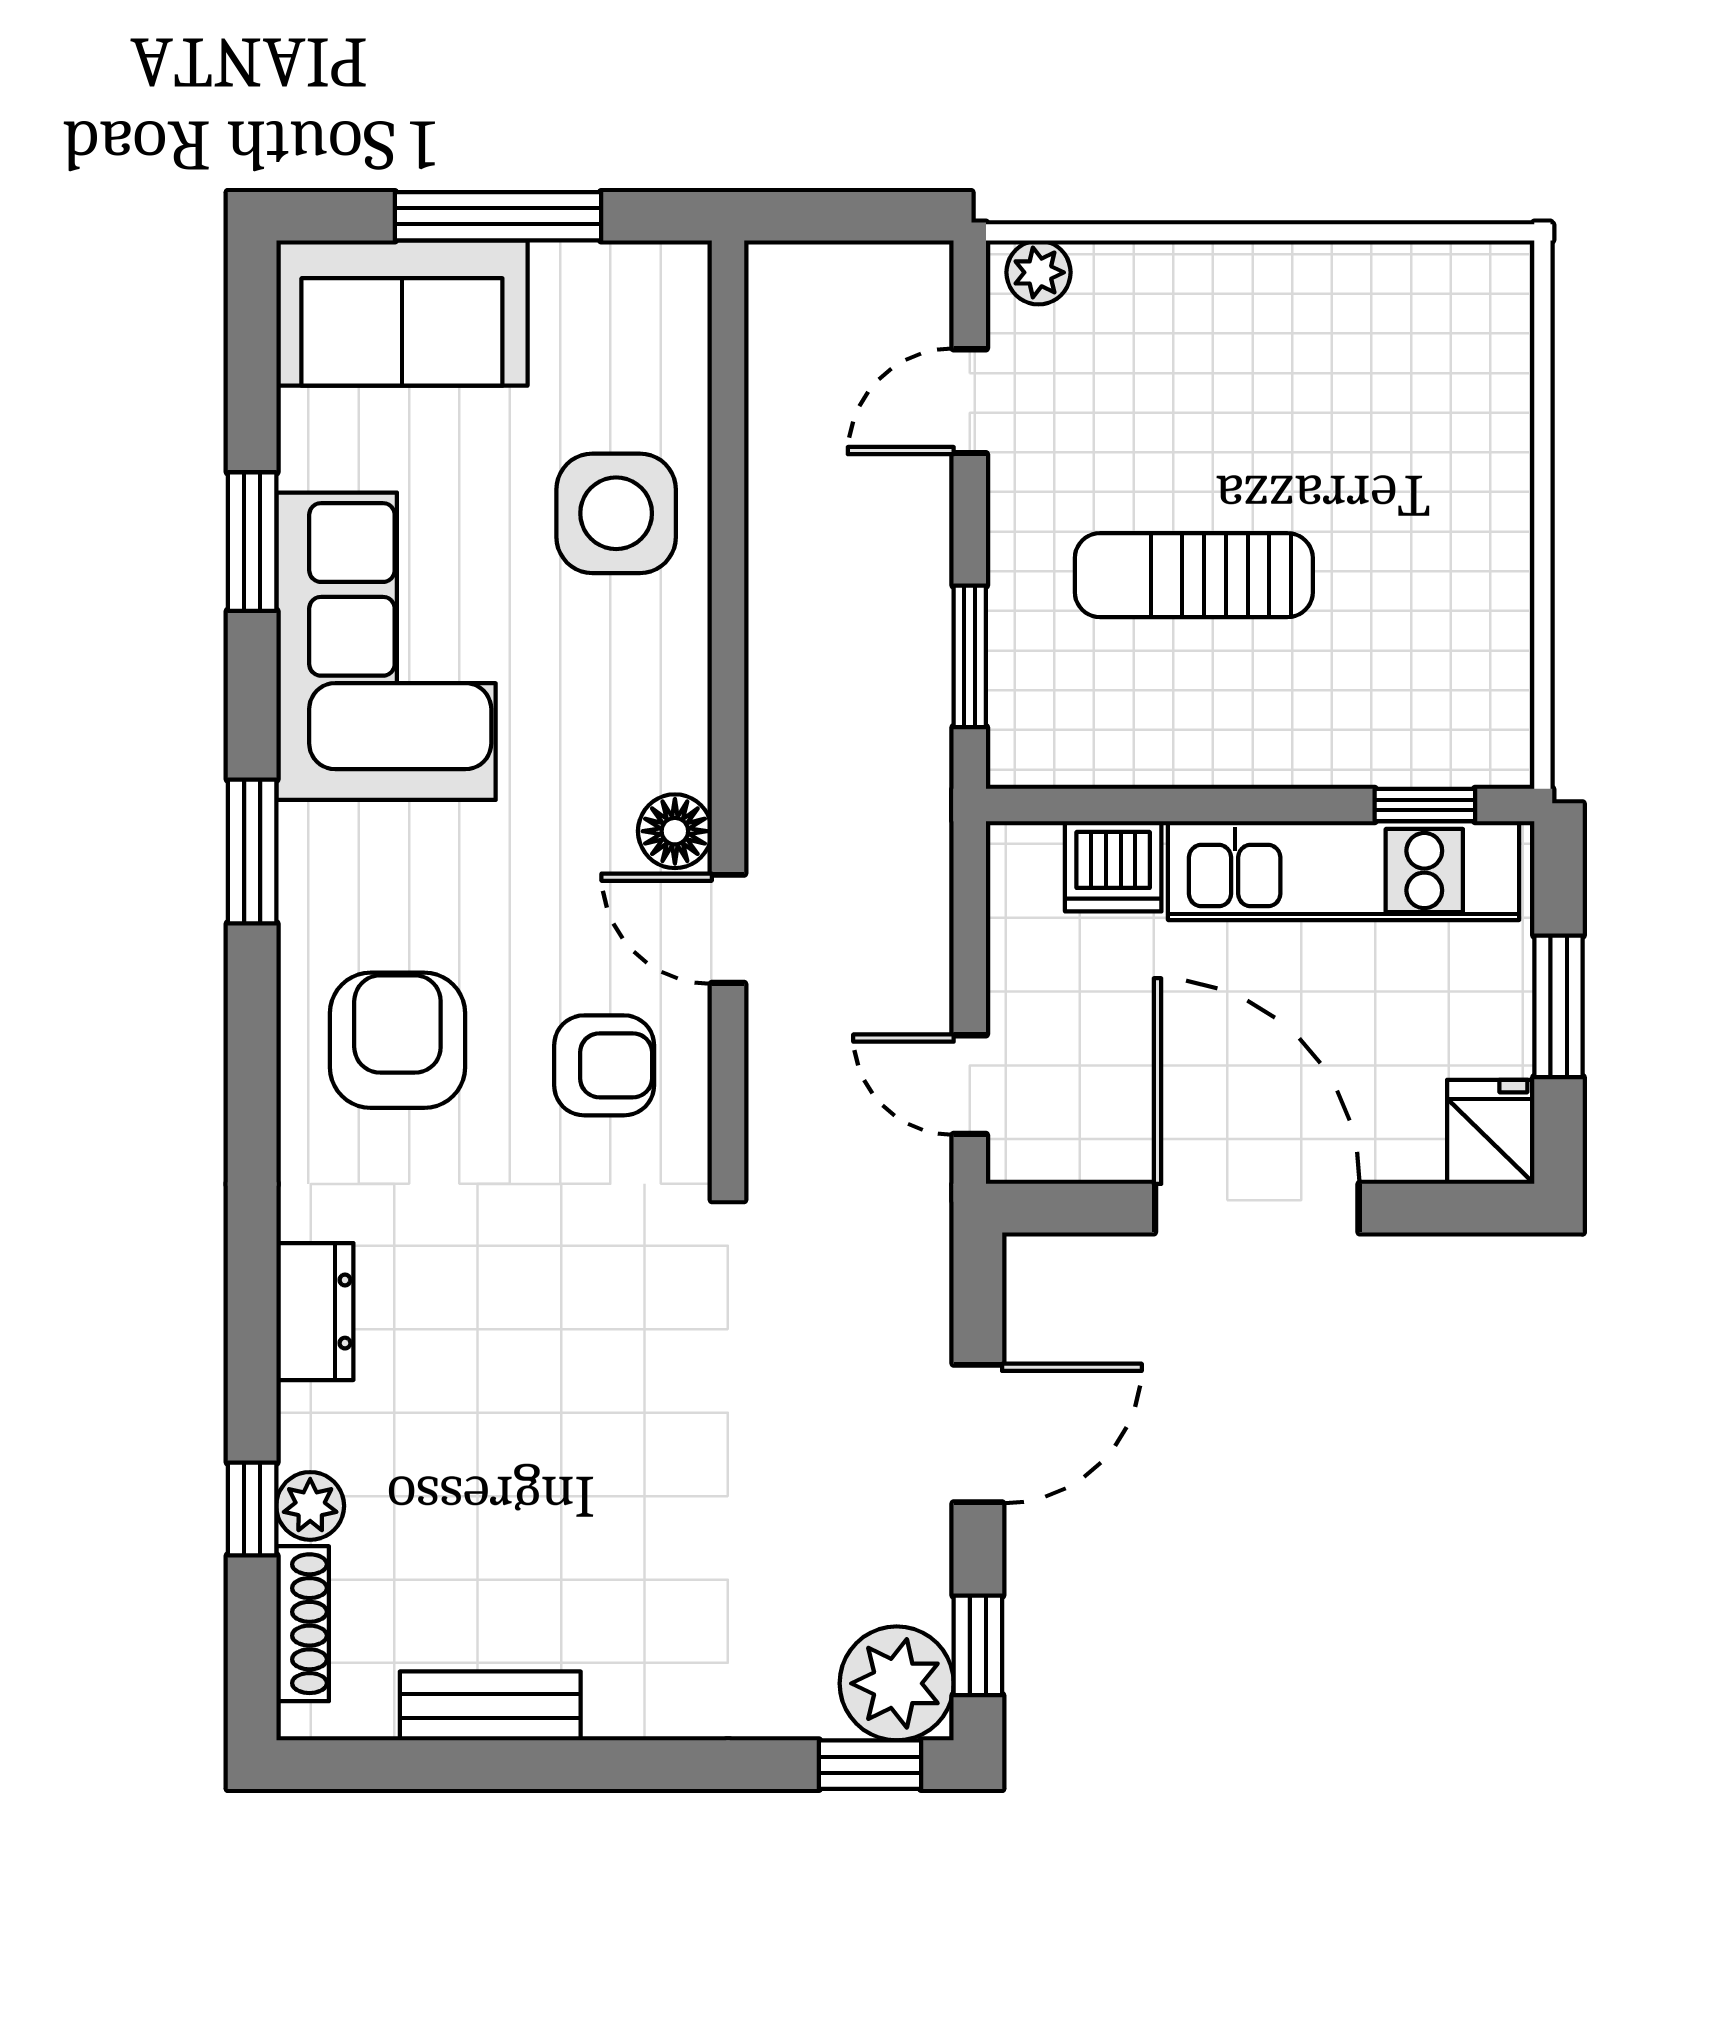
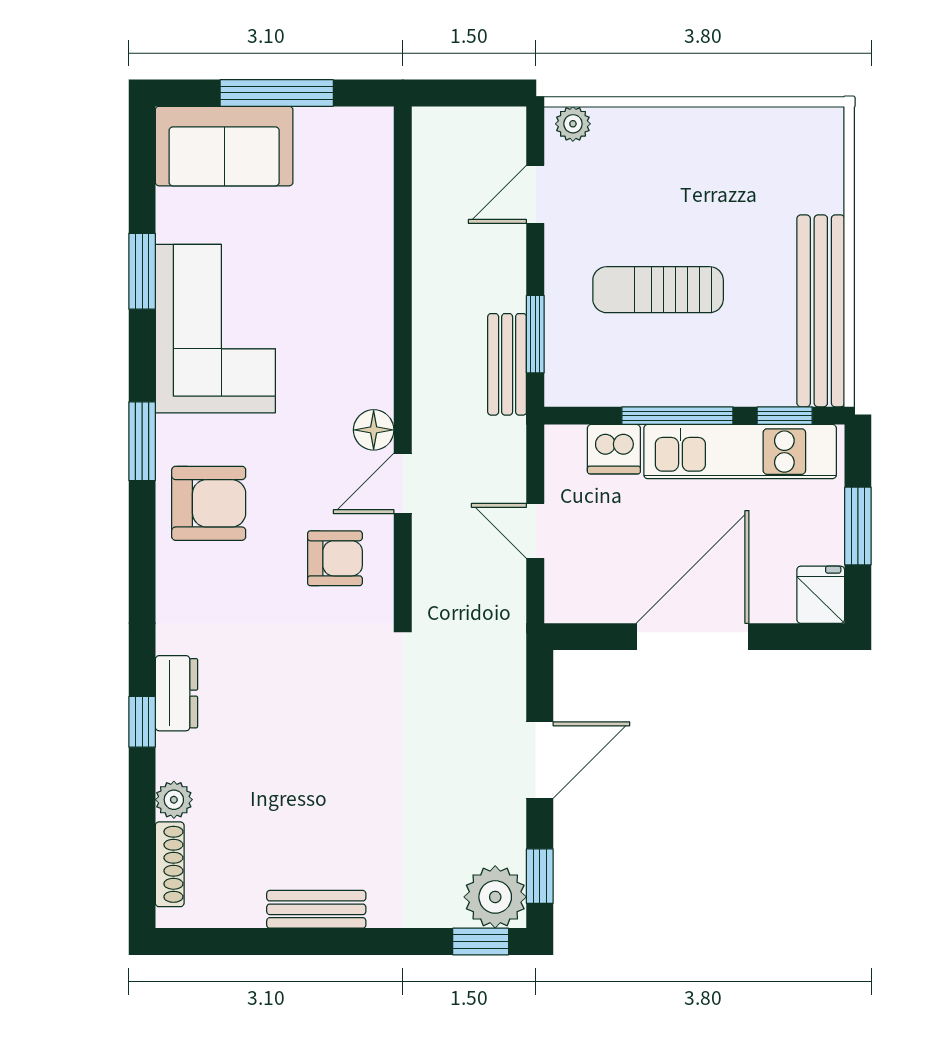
side table: (616, 513) -> (341, 256), removed
bench: (1491, 614) -> (821, 311), added
bench: (918, 711) -> (507, 364), added
window: (1229, 805) -> (677, 416), added
door: (728, 929) -> (403, 483), hinge flipped
armchair: (397, 1040) -> (209, 503), moved, turned 90
door: (970, 1085) -> (535, 531), moved
door: (1257, 1208) -> (693, 637), hinge flipped
window: (252, 1509) -> (142, 722), moved
bench: (490, 1706) -> (316, 909), moved

